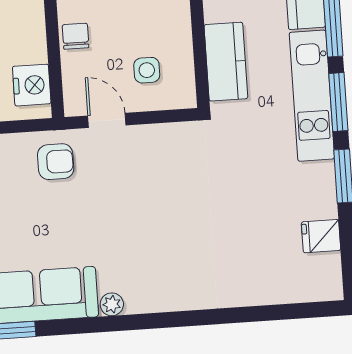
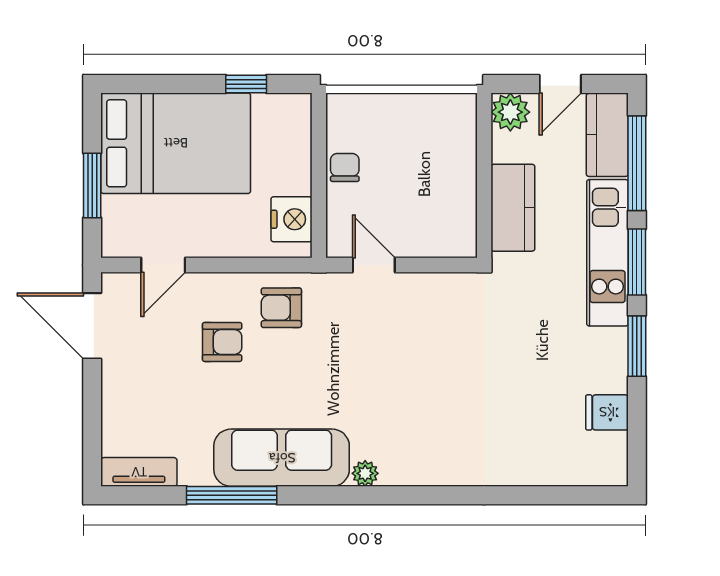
side table: (147, 70) -> (423, 211), removed
armchair: (56, 162) -> (281, 308), moved, turned 180

